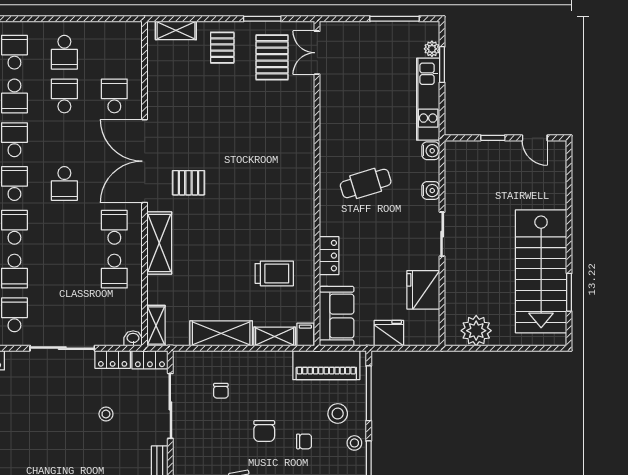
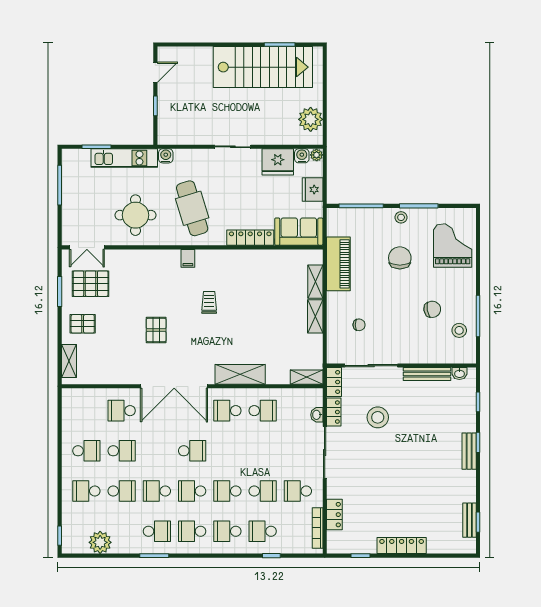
plant: (432, 49) -> (317, 155), moved
school desk: (64, 96) -> (122, 451), turned 180
round table: (357, 113) -> (135, 215), added
pallet: (188, 183) -> (156, 330), moved
cafe table: (366, 183) -> (192, 208), width x1.37, depth x1.35
water cooler: (431, 191) -> (302, 156), moved
locker: (329, 256) -> (250, 238), width x1.53
trolley: (274, 273) -> (209, 302), moved, width x0.73, depth x0.72
shelving: (221, 333) -> (315, 316), width x0.67, depth x0.75
filing cabinet: (305, 334) -> (188, 258), moved, turned -90
washbasin: (133, 338) -> (317, 415), moved
piano: (326, 365) -> (338, 264), moved
stool: (338, 413) -> (377, 231), removed
stool: (106, 414) -> (378, 417), width x1.89, depth x1.89
chair: (264, 431) -> (391, 290), removed
chair: (304, 441) -> (400, 258), width x1.87, depth x1.87

